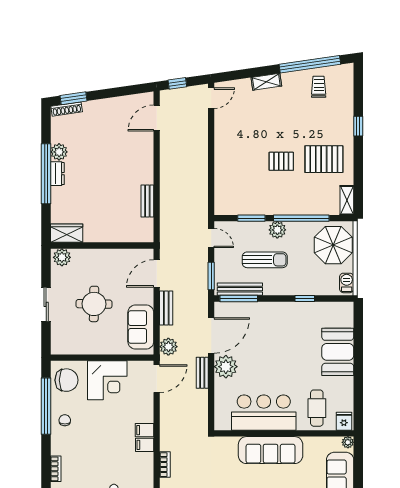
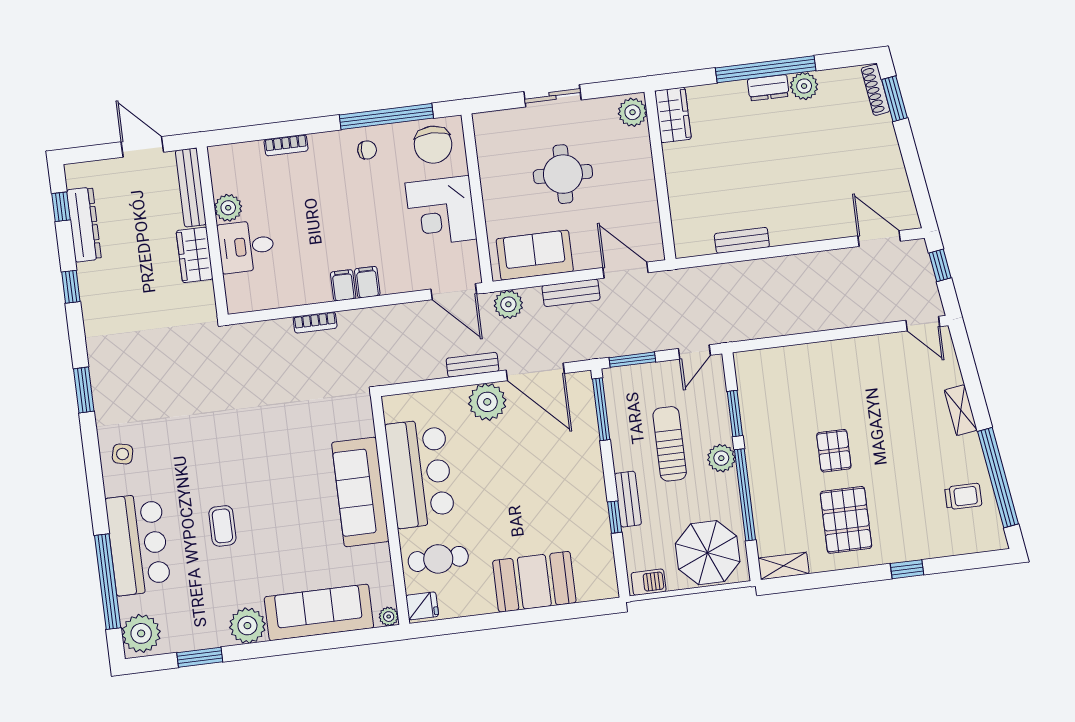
sun lounger: (265, 260) -> (670, 444), turned 180
bench: (240, 289) -> (628, 499), moved, width x0.73

